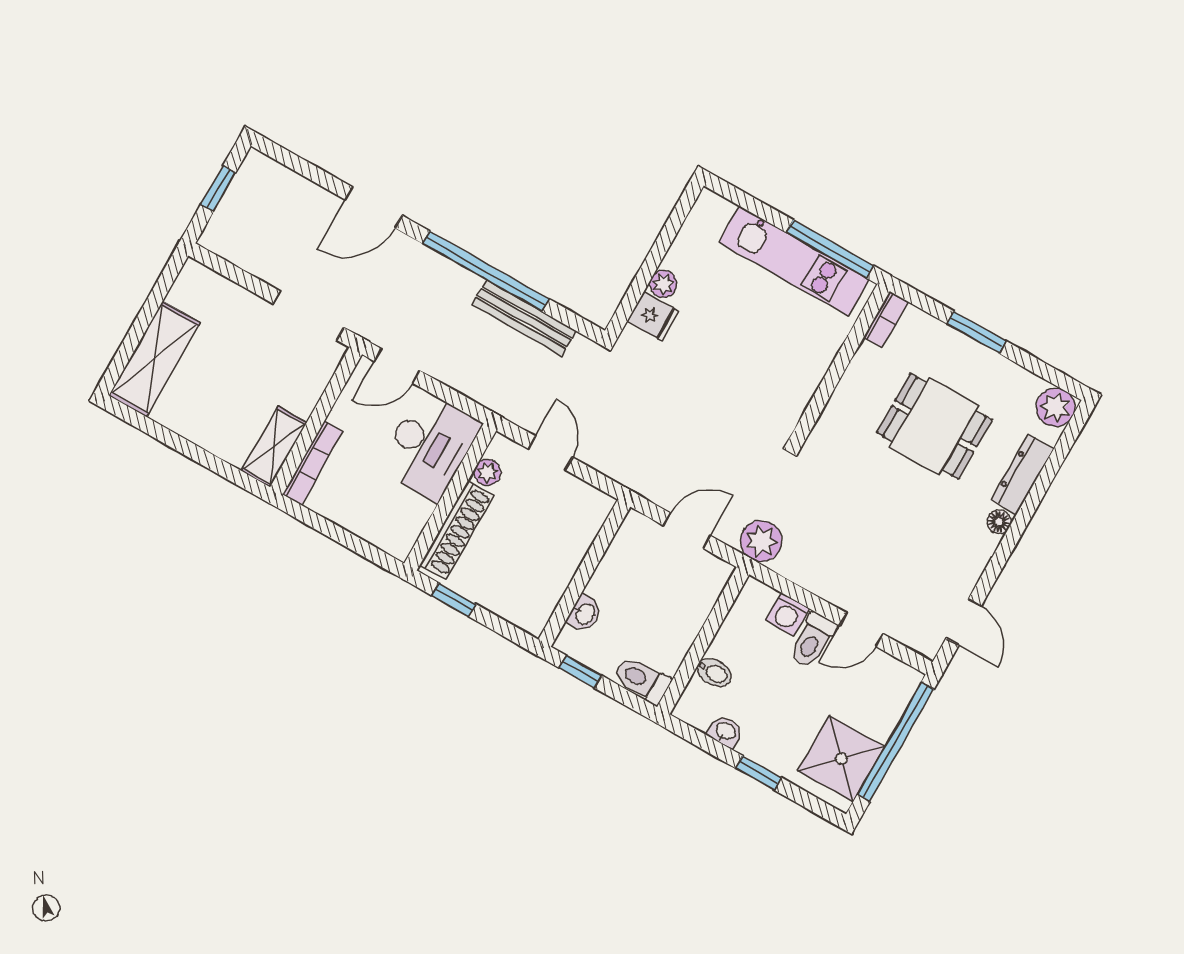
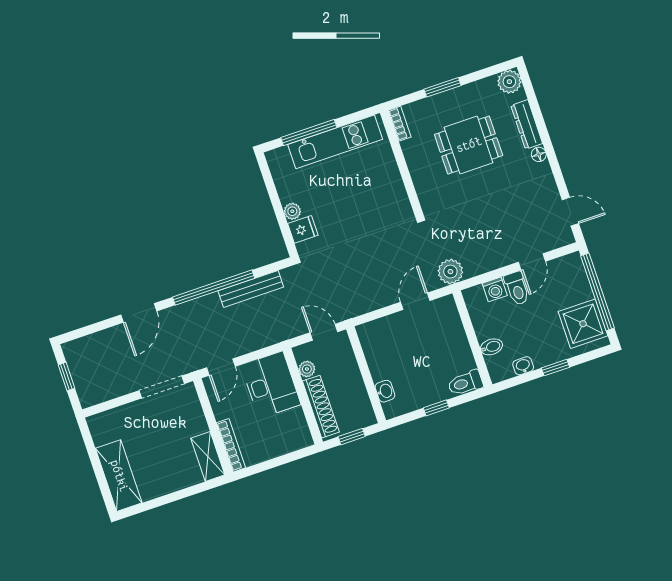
window: (830, 249) -> (309, 132), moved
wall: (584, 573) -> (366, 375), moved
washbasin: (585, 614) -> (385, 391), moved

